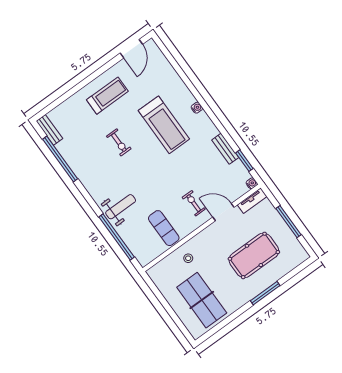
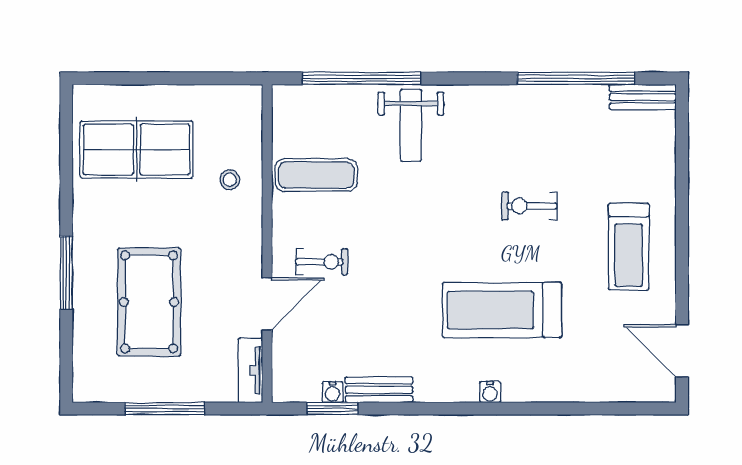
water cooler: (252, 183) -> (332, 392), moved

